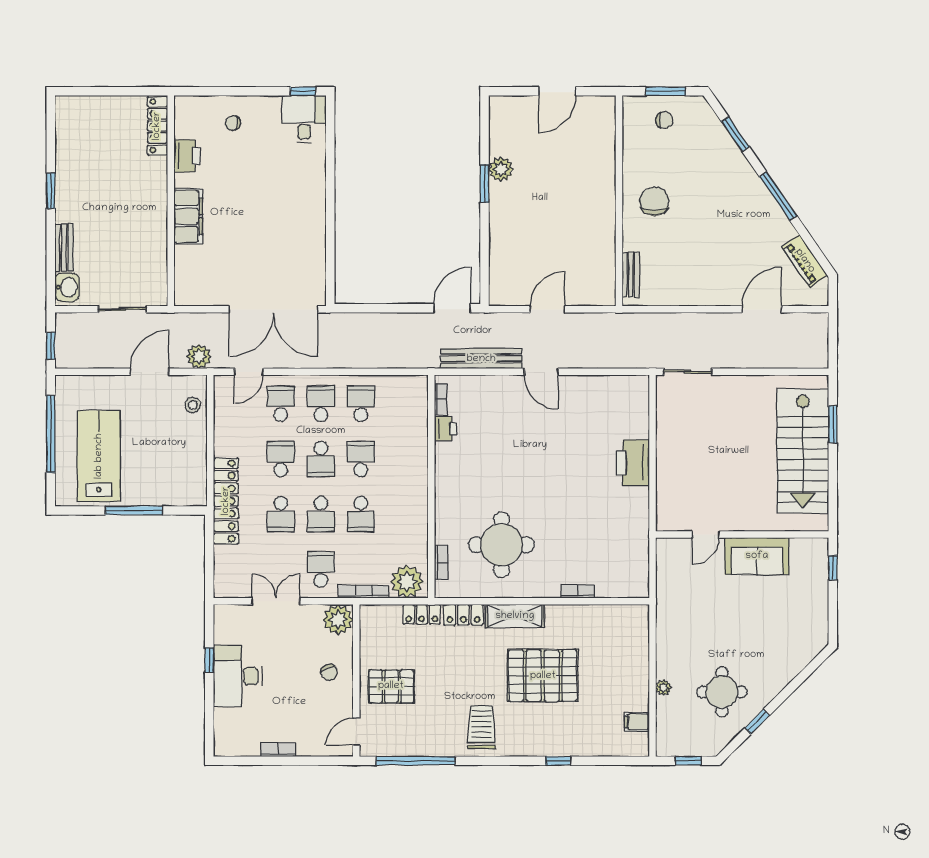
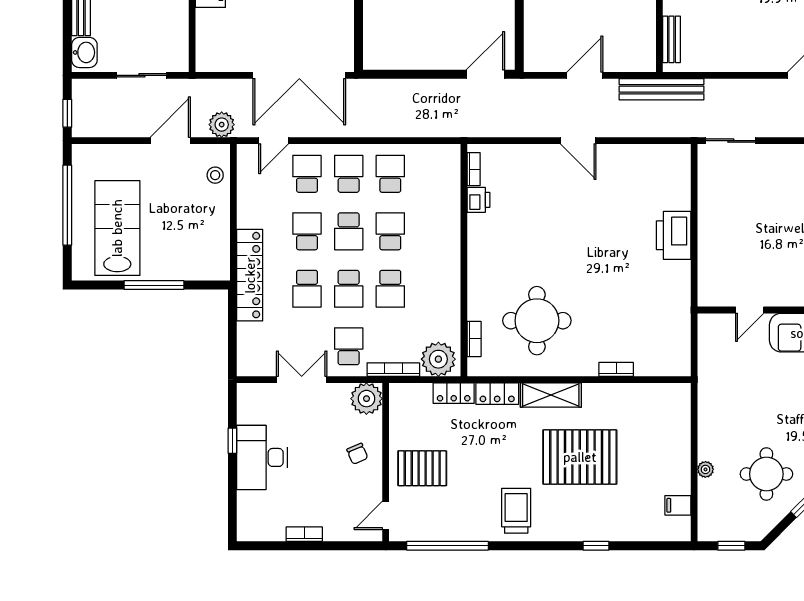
bench: (481, 359) -> (661, 89), moved

